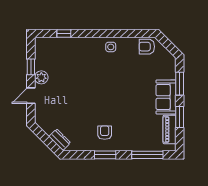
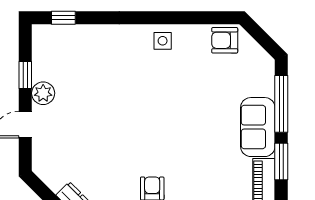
window: (64, 33) -> (63, 18), moved
window: (180, 84) -> (281, 104), width x1.44

